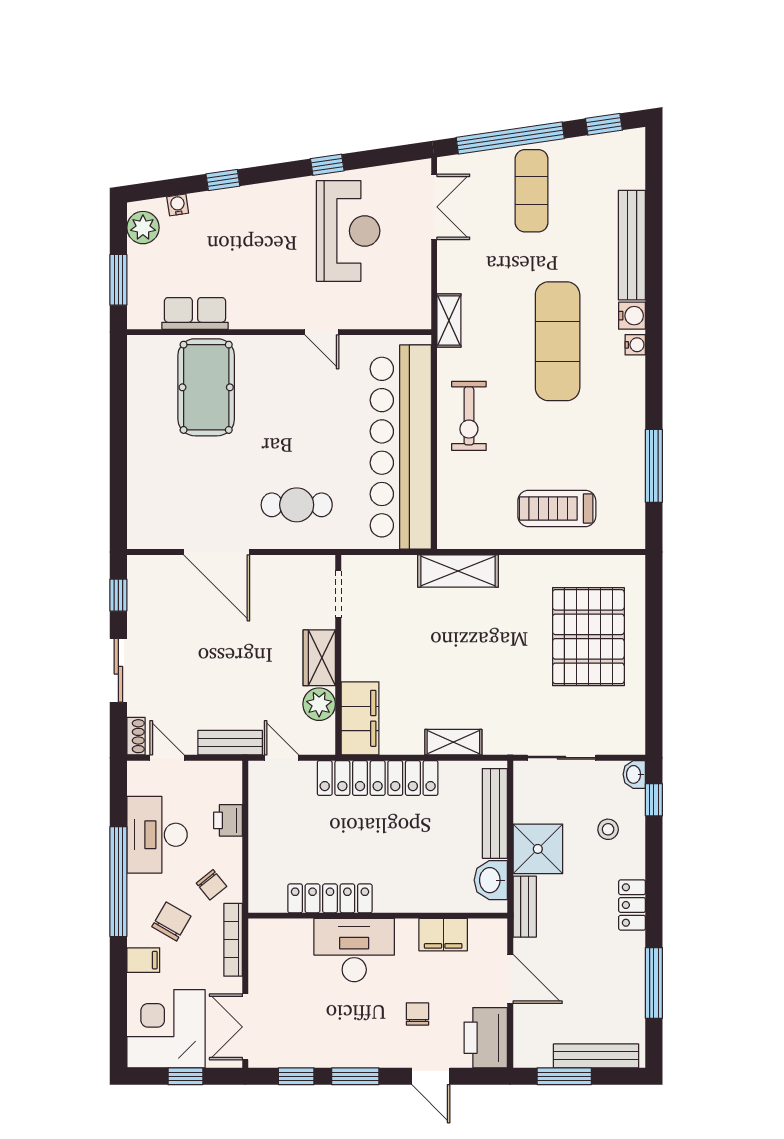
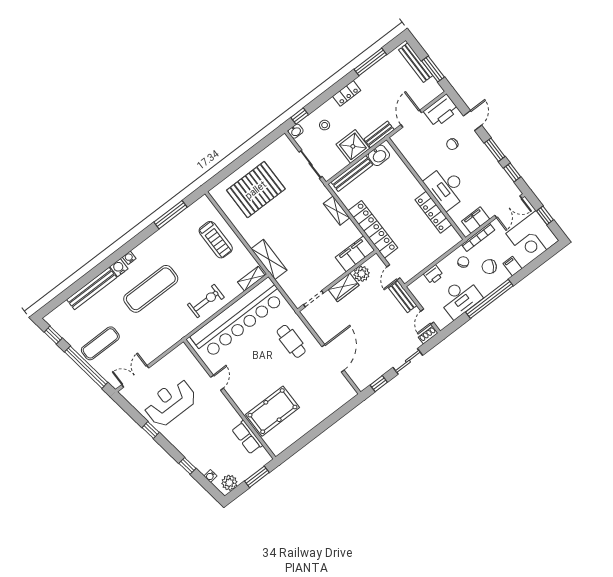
shelving: (449, 321) -> (251, 279), moved
filing cabinet: (443, 935) -> (476, 220), moved, turned -90

